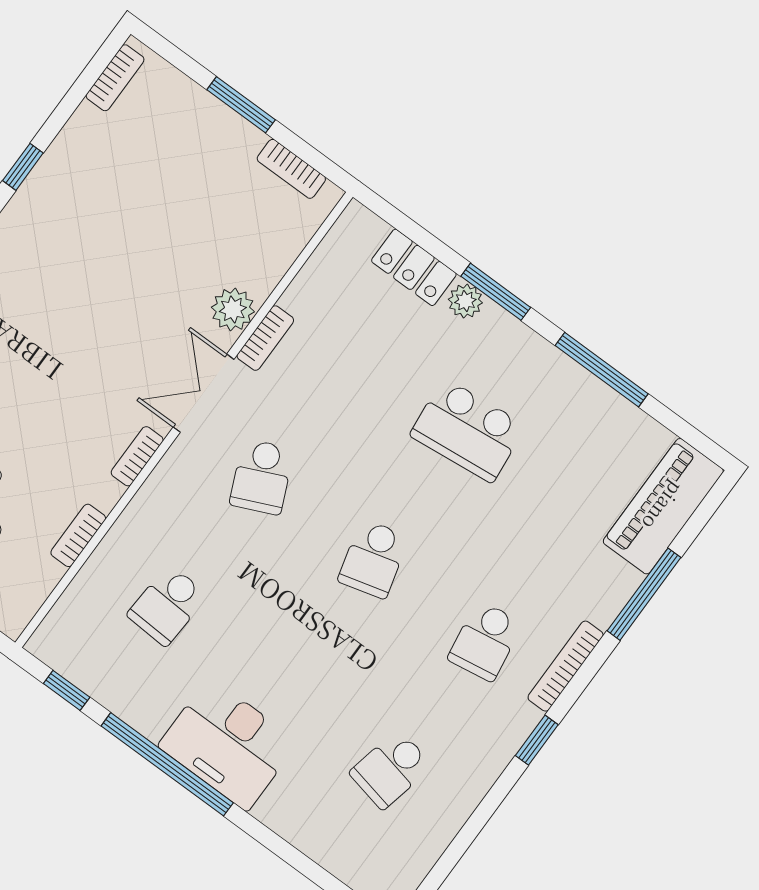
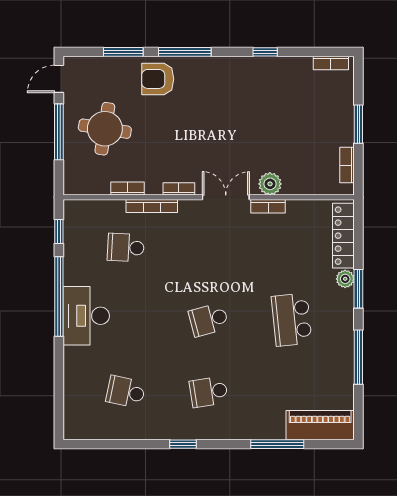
locker: (414, 267) -> (343, 236), width x1.53
school desk: (262, 477) -> (209, 248), removed
bookcase: (566, 666) -> (152, 206), moved, turned 180

